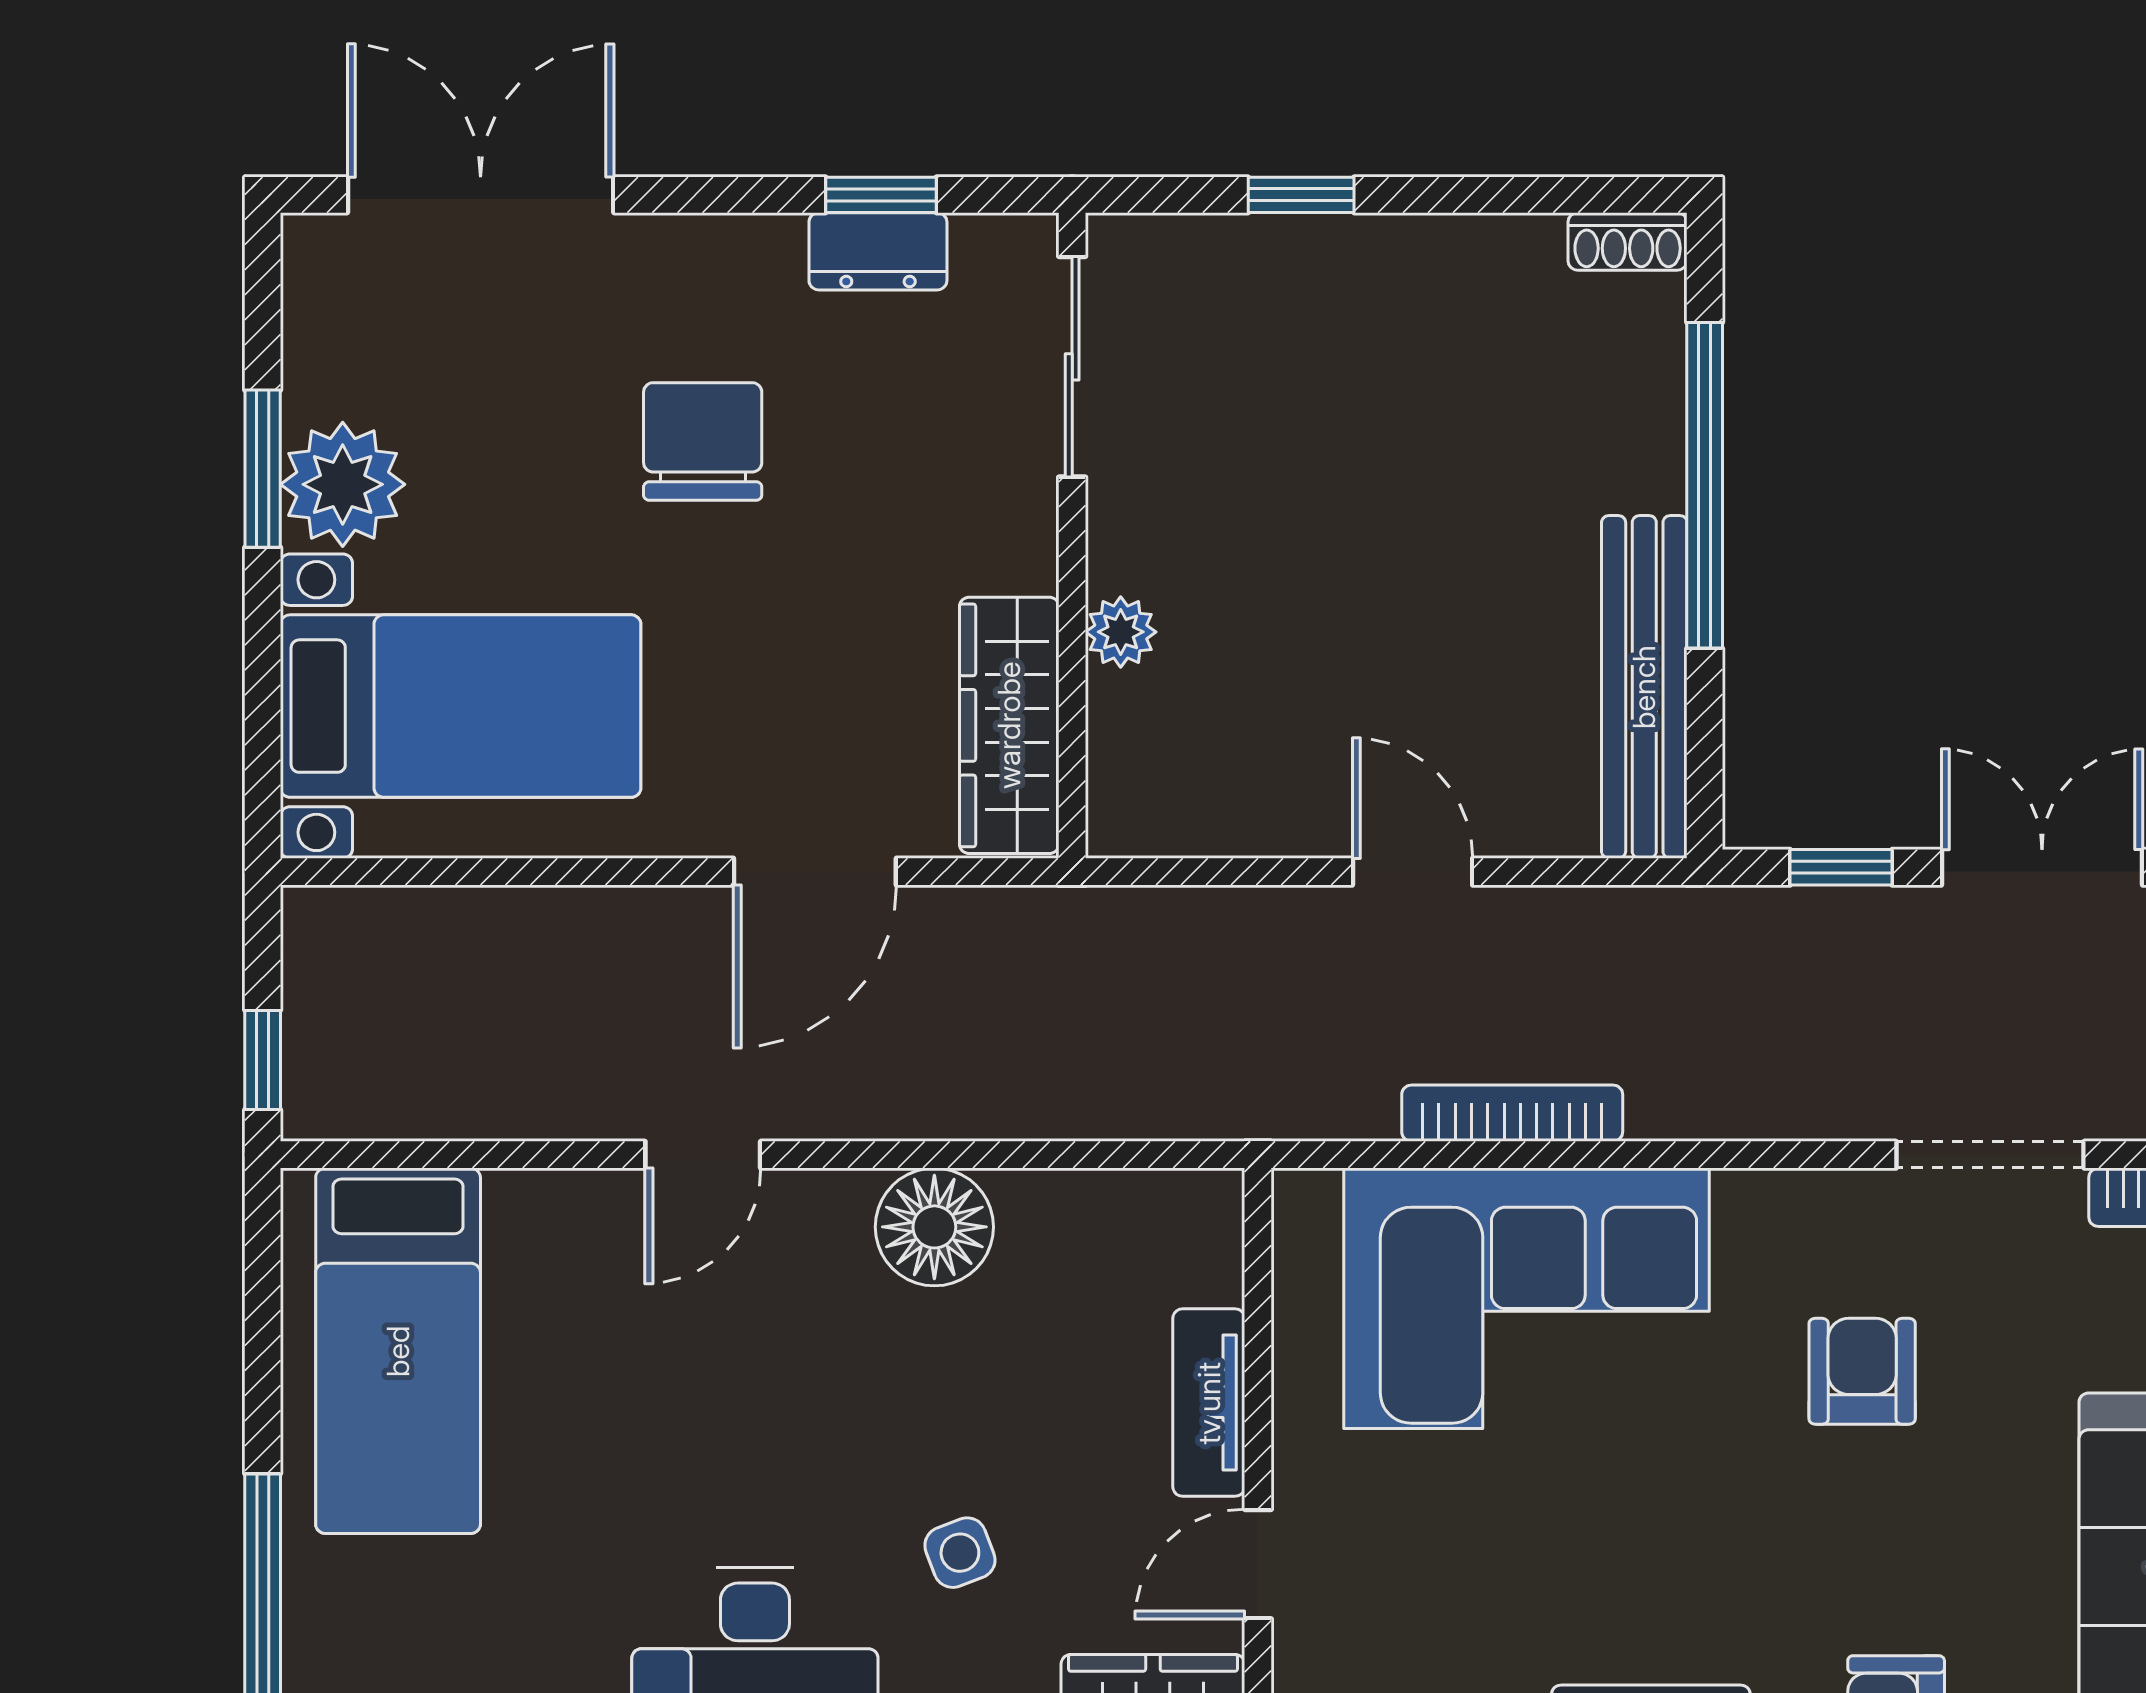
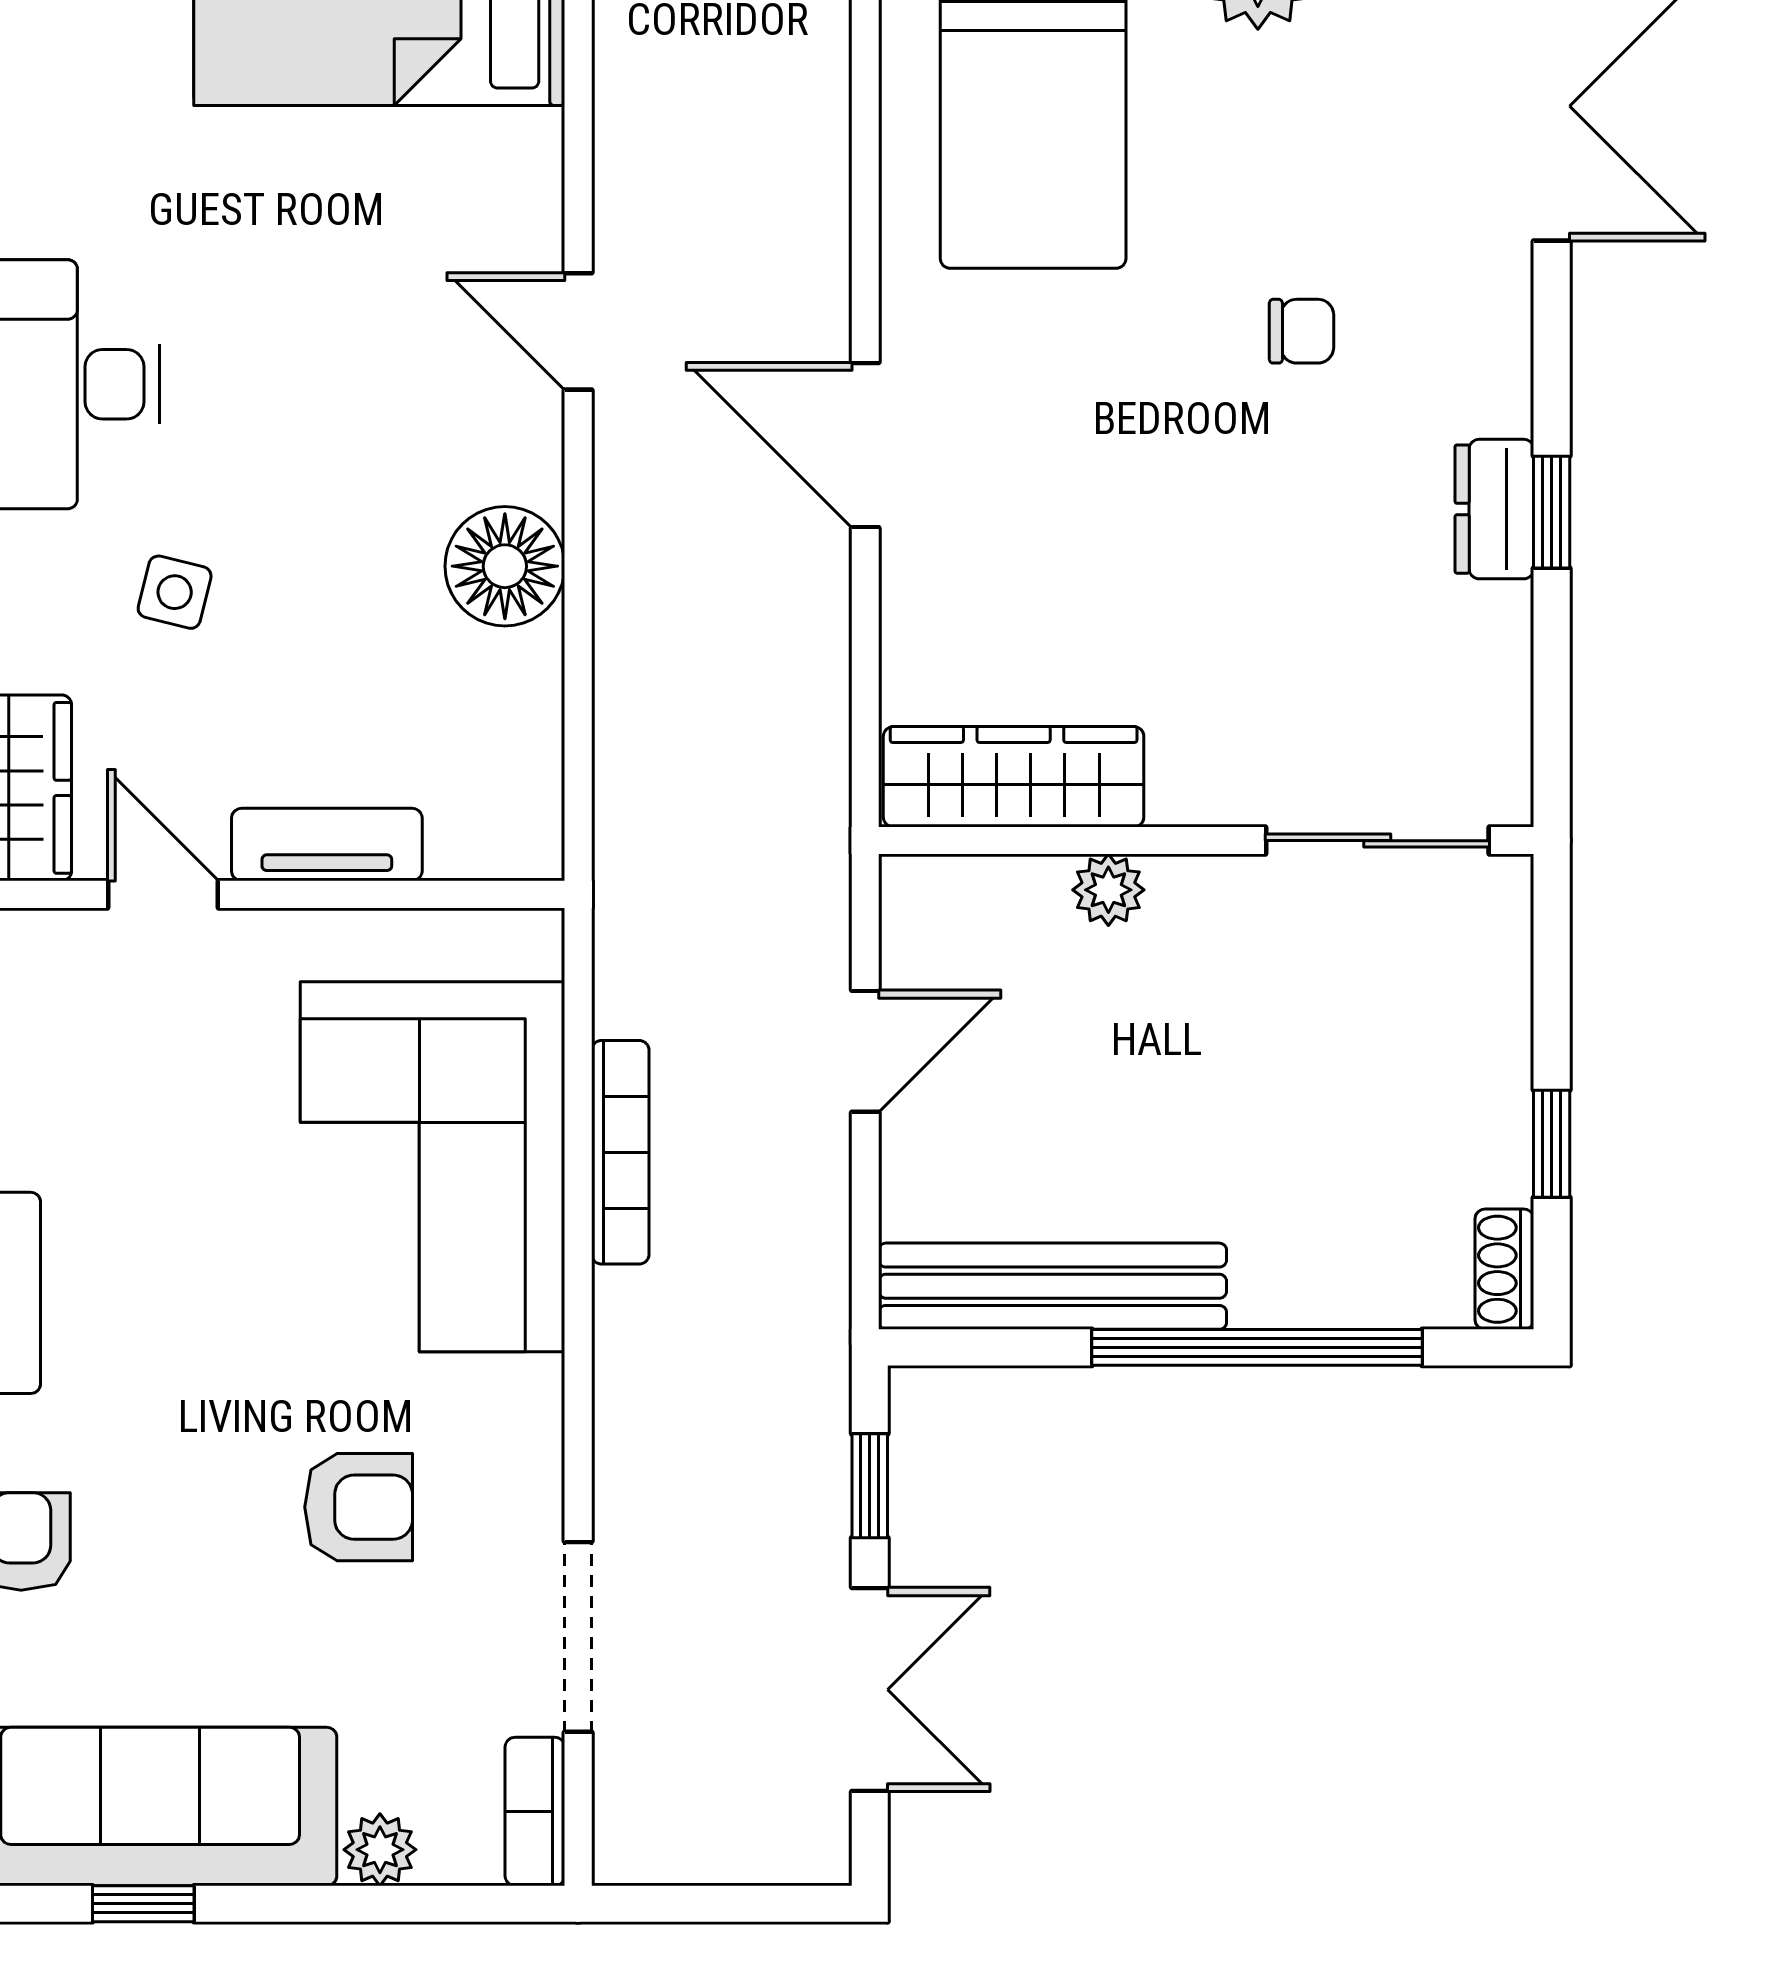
window: (1301, 195) -> (1552, 1144), moved
sliding door: (1072, 367) -> (1377, 841), moved
chair: (703, 442) -> (1301, 331), width x0.54, depth x0.54
wall: (1072, 535) -> (1206, 841), moved
plant: (1121, 632) -> (1108, 890), moved
wardrobe: (1009, 725) -> (1014, 777), moved
side table: (960, 1553) -> (175, 592), turned 35

